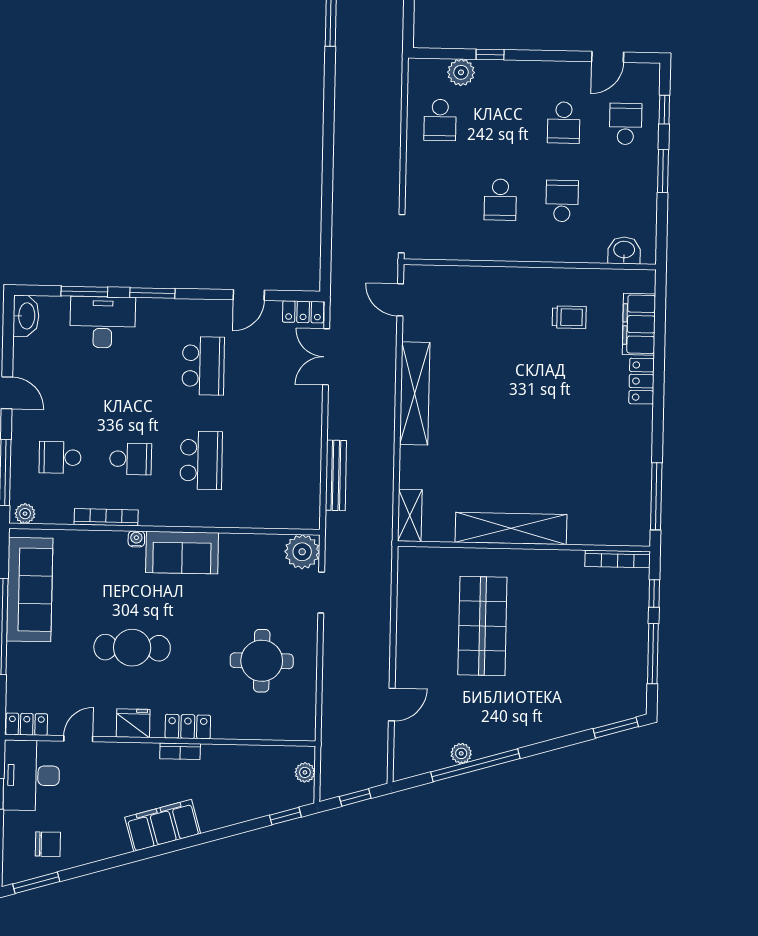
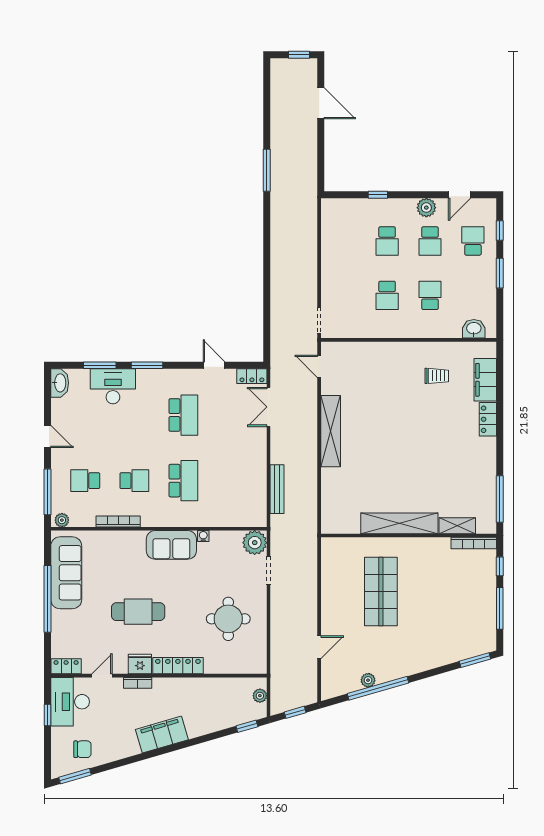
plant: (461, 72) -> (426, 208), moved
school desk: (440, 120) -> (387, 241), moved
door: (249, 295) -> (214, 365), swing flipped
shelving: (410, 515) -> (457, 526), moved, turned 90
water cooler: (136, 539) -> (203, 536), moved
locker: (188, 727) -> (178, 666), width x1.53
bookcase: (180, 751) -> (138, 683), moved

